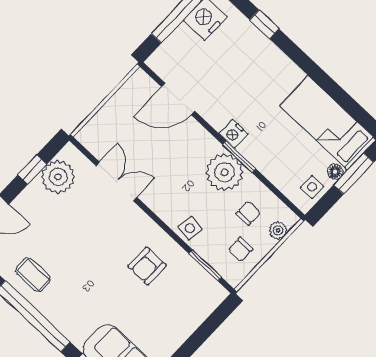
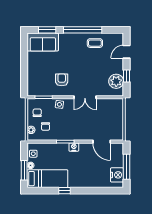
window: (264, 24) -> (64, 191), moved
door: (178, 99) -> (102, 142), swing flipped
plant: (225, 172) -> (65, 132), removed
double door: (116, 181) -> (85, 97), moved

